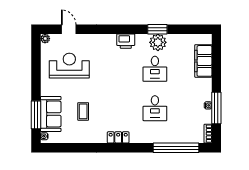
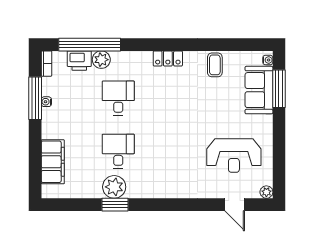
printer: (126, 41) -> (79, 61), moved, turned 180
coffee table: (83, 111) -> (215, 65), moved
plant: (167, 137) -> (101, 60), added

